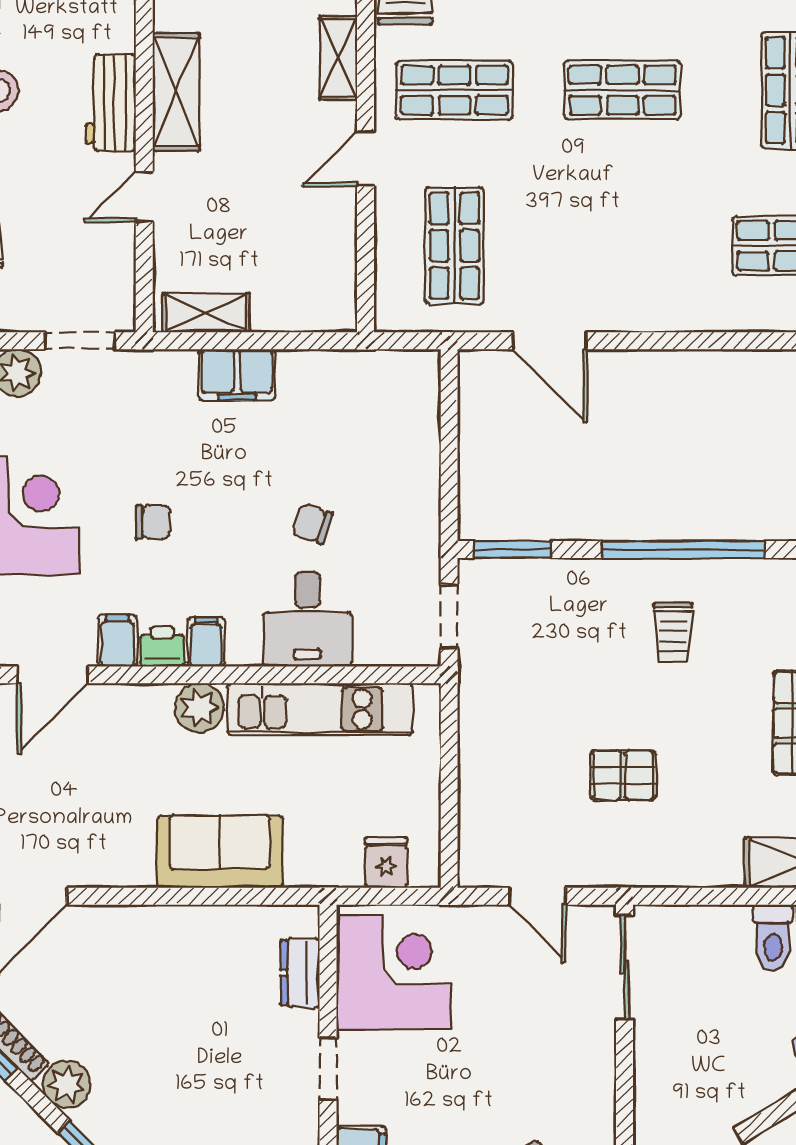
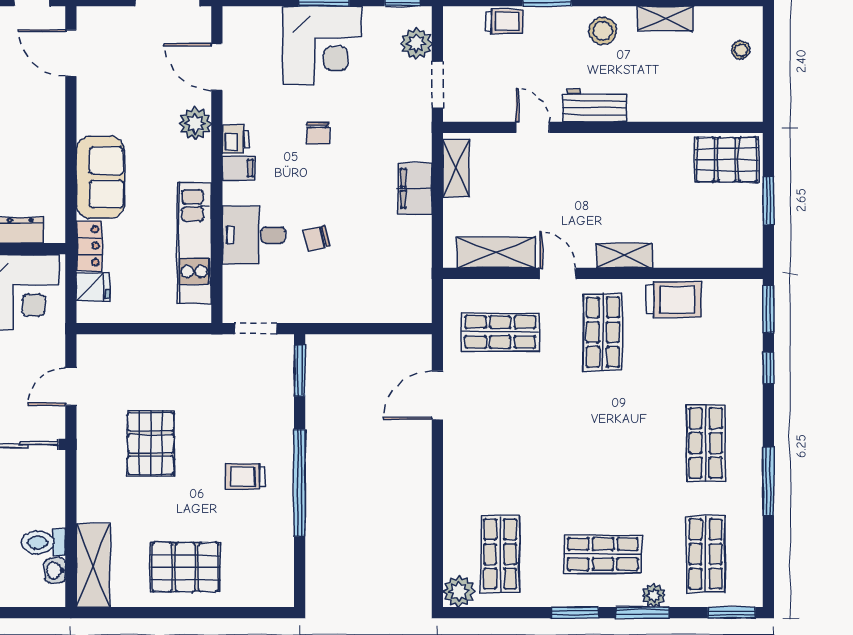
shop shelf: (622, 90) -> (603, 443), removed
shelving: (176, 92) -> (496, 252), moved
chair: (312, 524) -> (317, 238), turned -121
filing cabinet: (117, 641) -> (240, 110), removed
plant: (199, 708) -> (195, 124), moved
pallet: (623, 775) -> (151, 443), width x1.50, depth x1.42
locker: (324, 869) -> (89, 246), added

